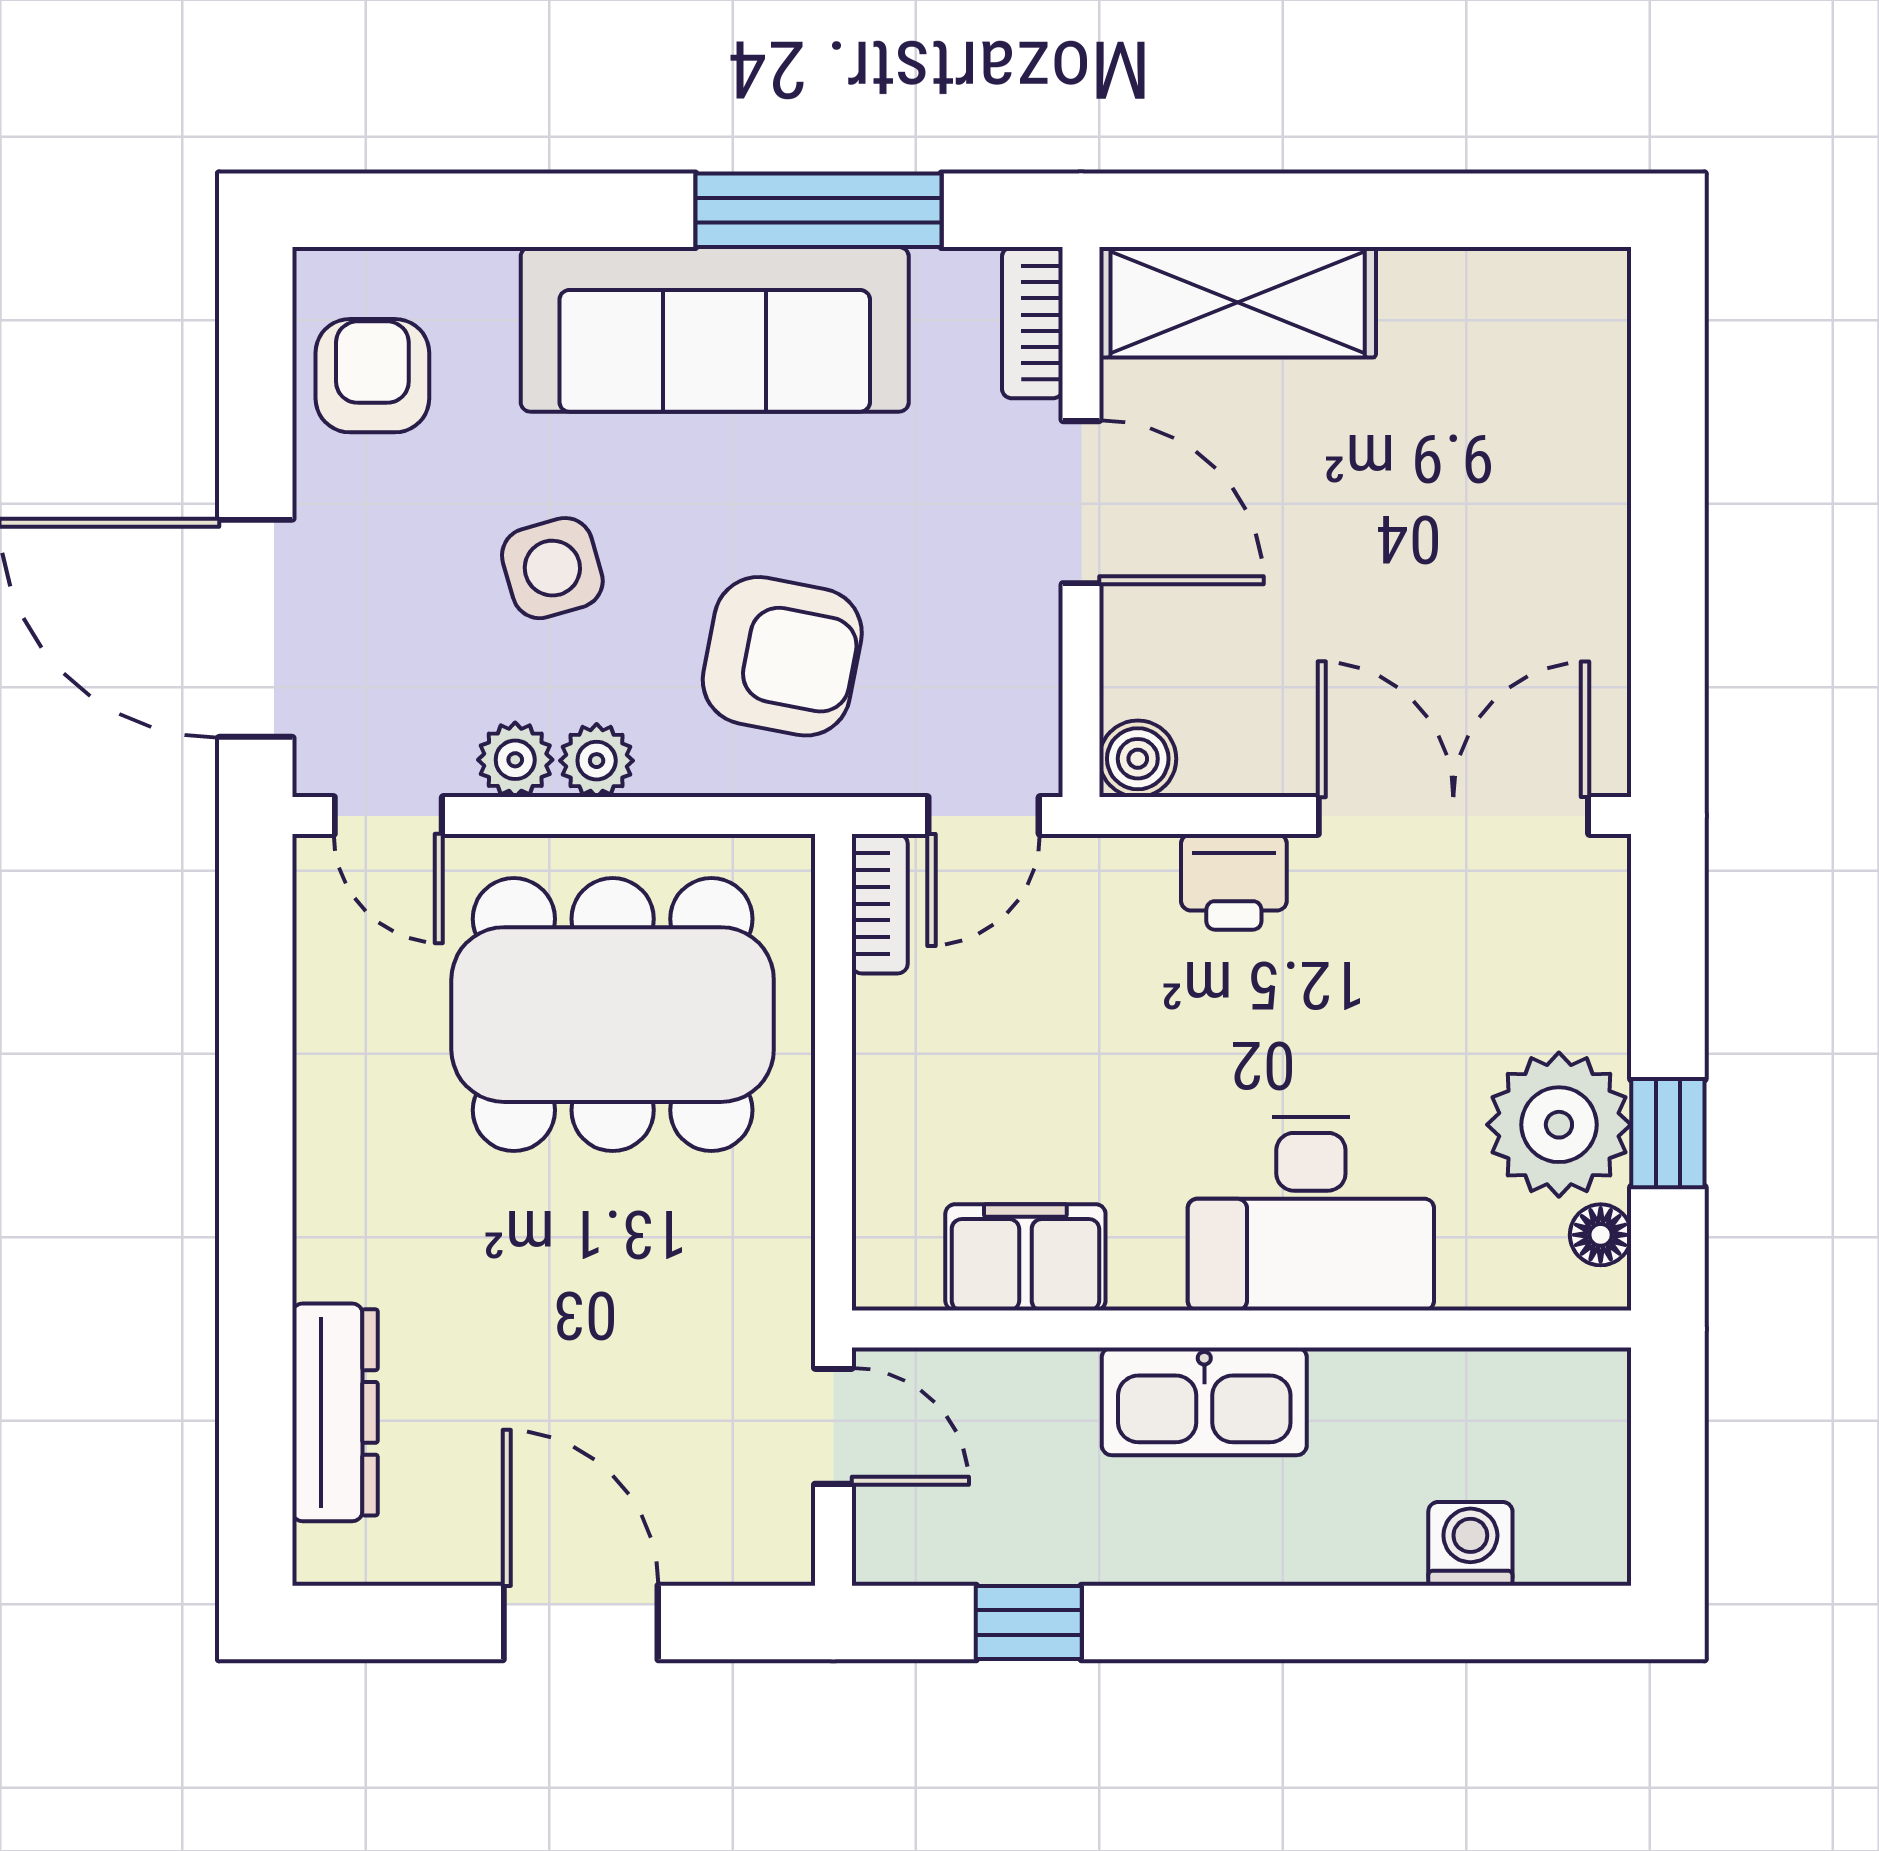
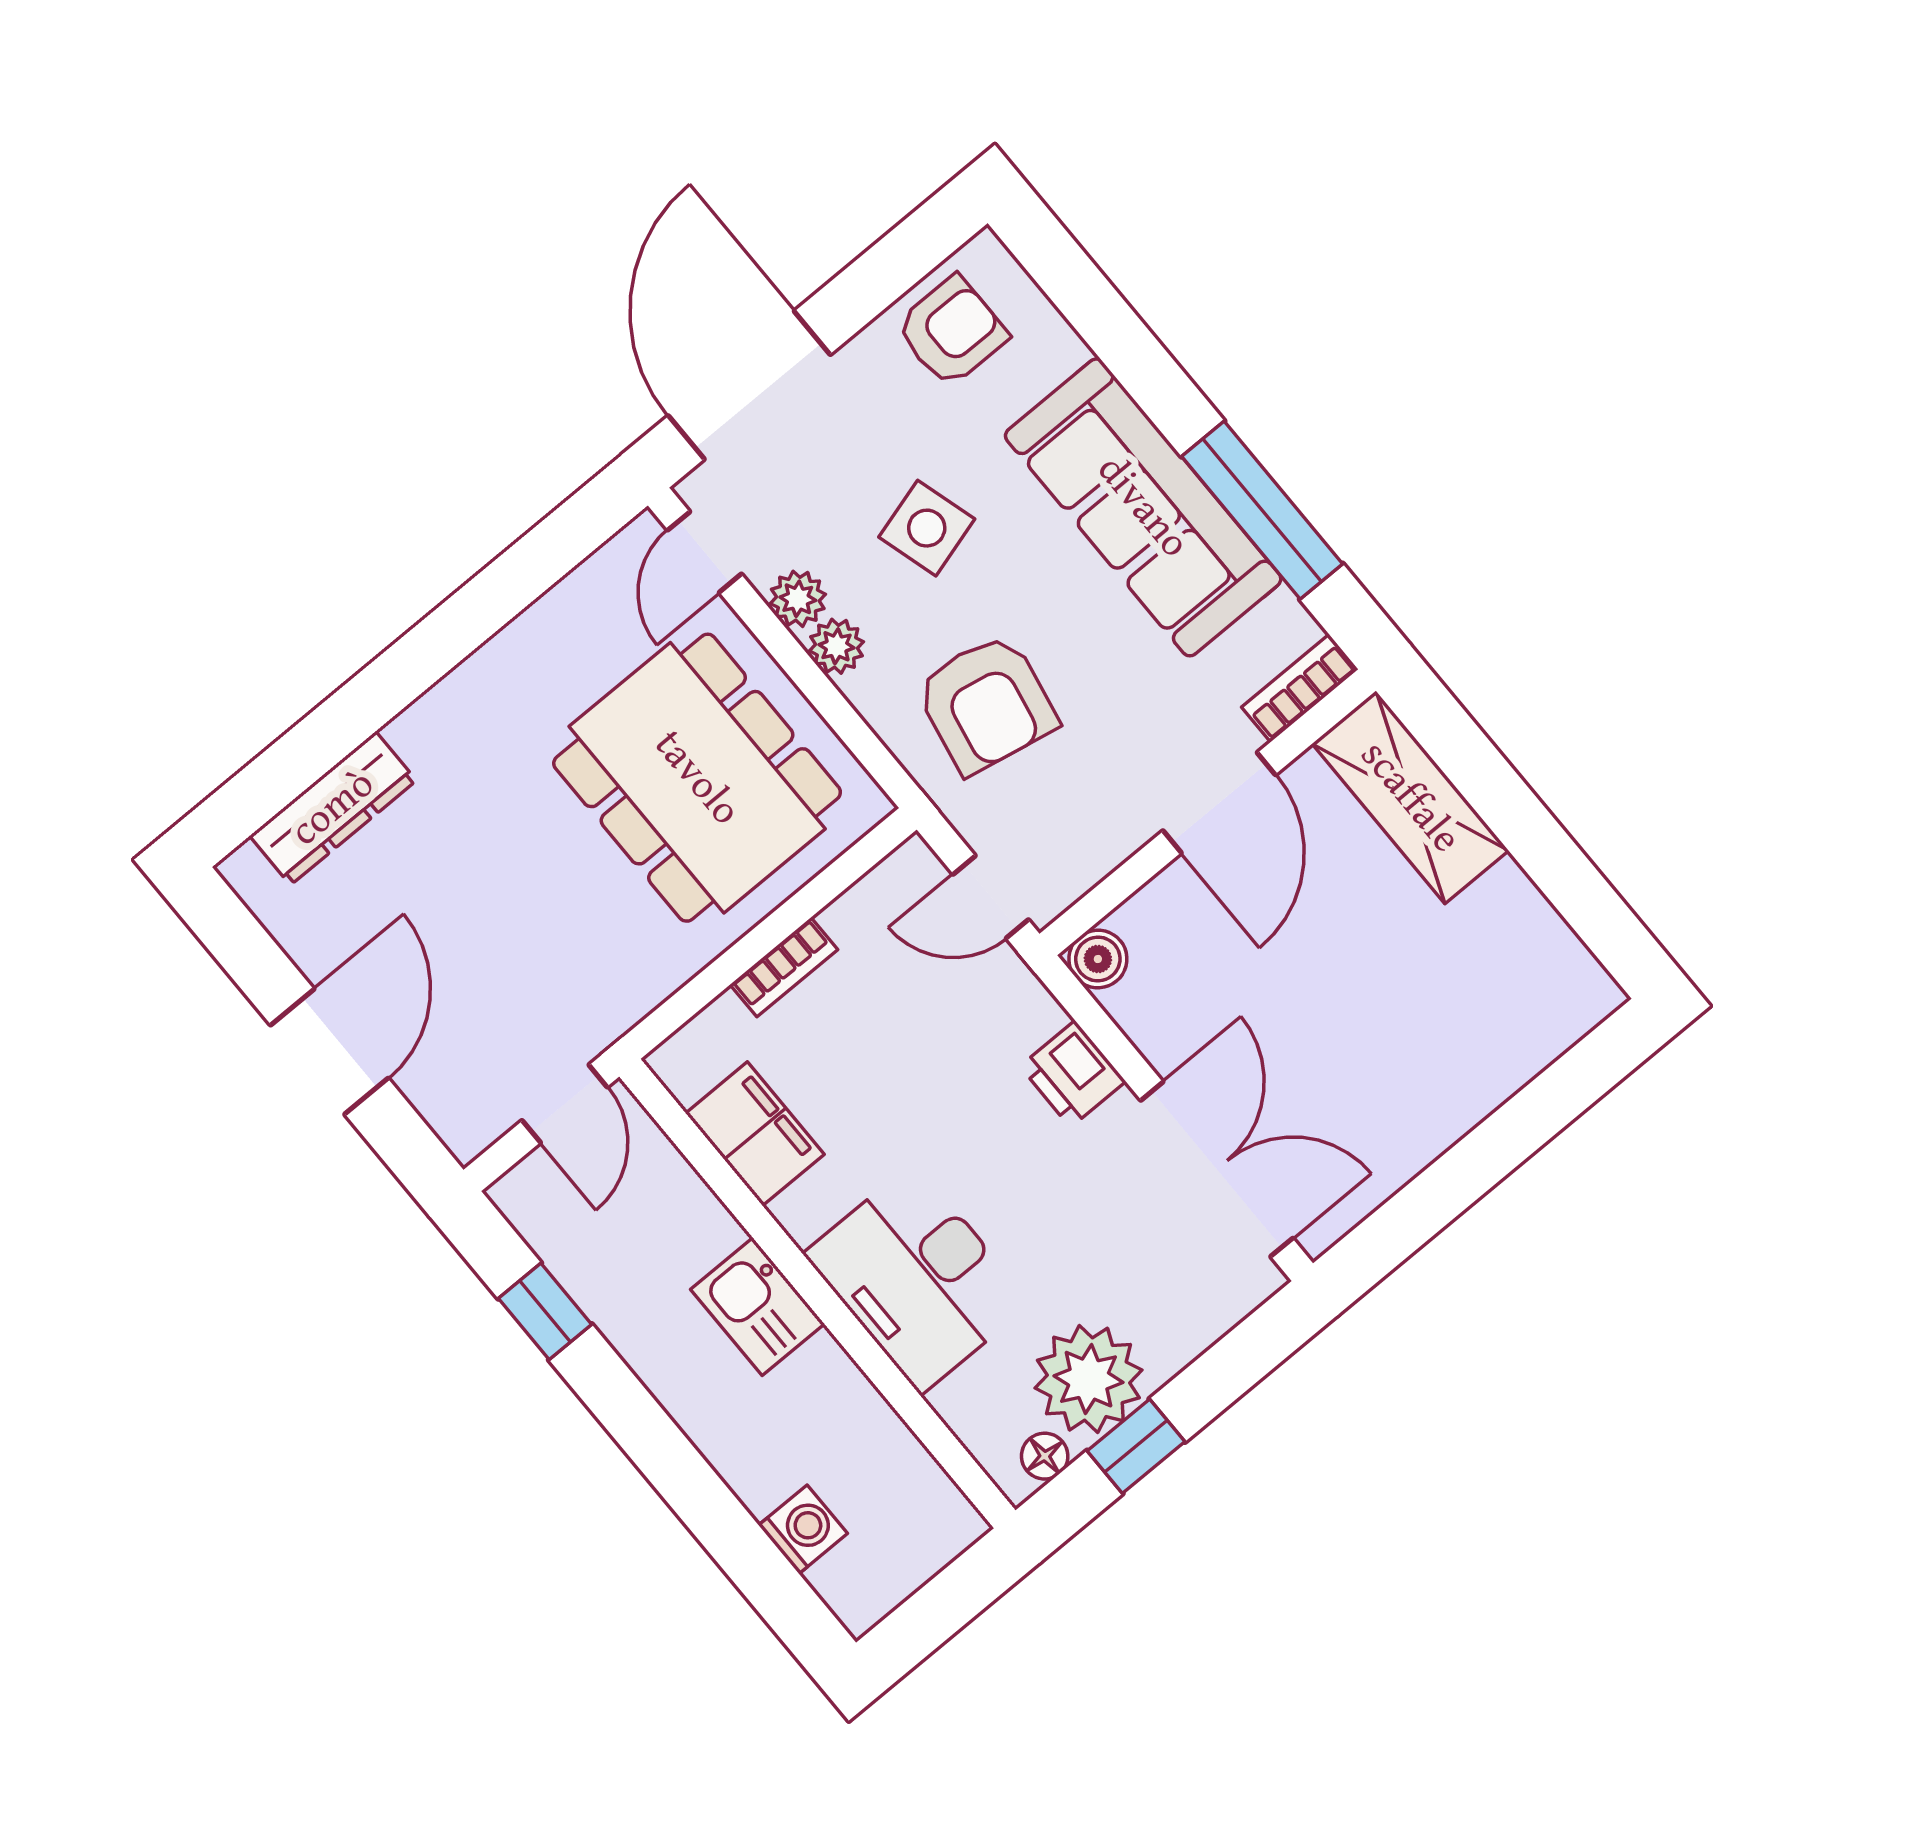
bookcase: (880, 904) -> (784, 967), moved
kitchen sink: (1204, 1401) -> (758, 1307), width x0.73

